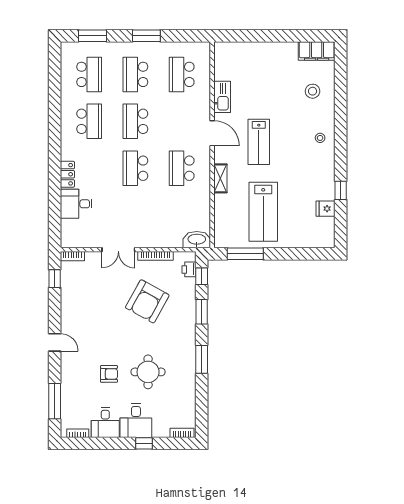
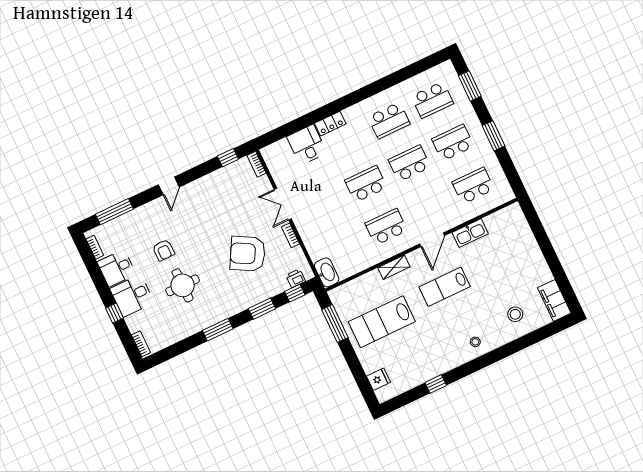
fridge: (326, 209) -> (378, 379), moved, turned 90
bookcase: (155, 256) -> (291, 235), width x0.64

